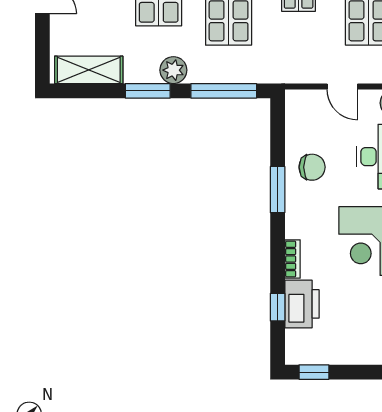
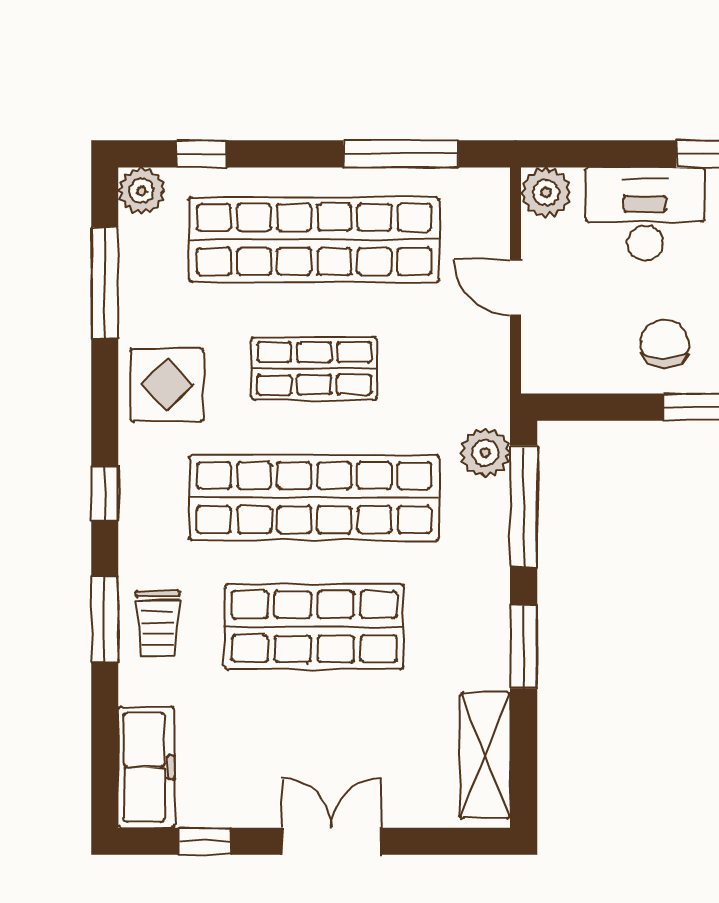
plant: (173, 70) -> (485, 453), moved
door: (342, 86) -> (516, 288), swing flipped

